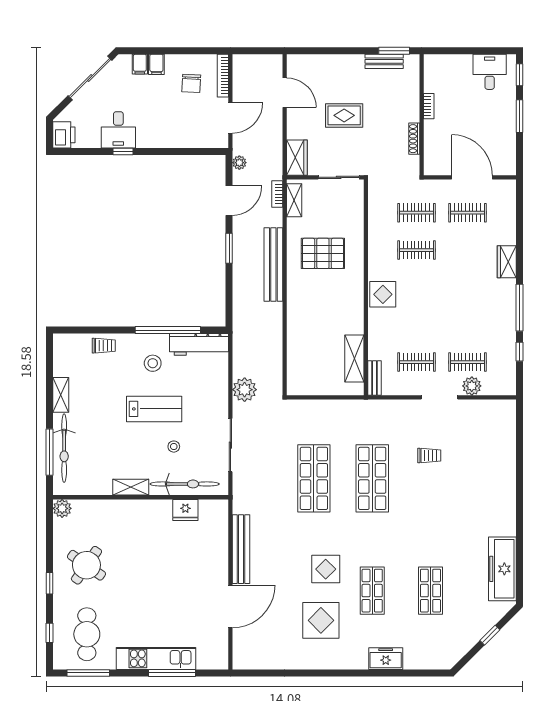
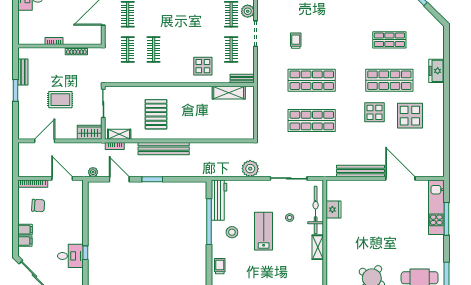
window: (394, 51) -> (16, 90), moved
rug: (344, 115) -> (60, 100), turned 90
display table: (383, 294) -> (203, 66), moved
shop shelf: (372, 591) -> (389, 80), width x1.43, depth x1.36
kitchen unit: (156, 658) -> (436, 207), moved

